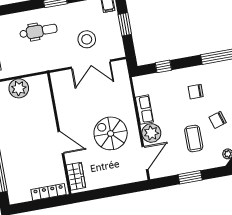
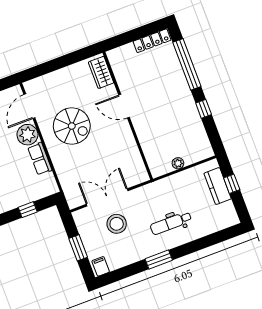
plant: (19, 88) -> (178, 163), width x0.53, depth x0.53
locker: (49, 192) -> (152, 41), moved

